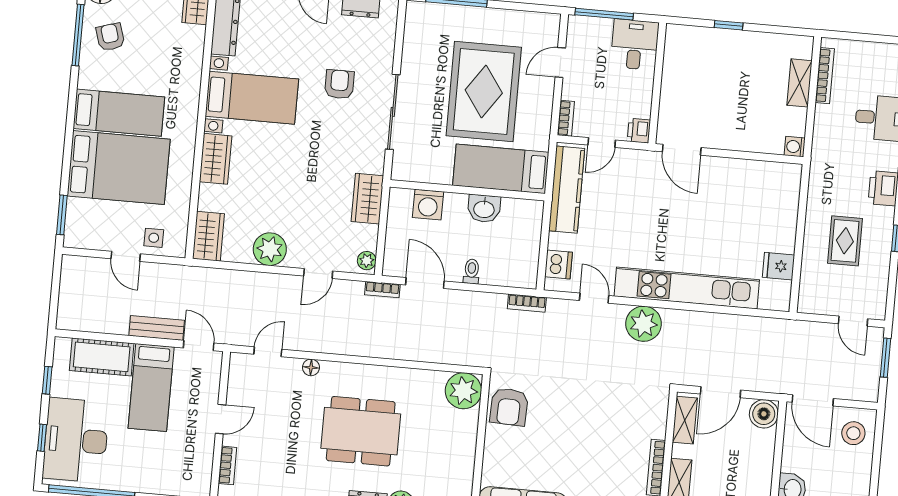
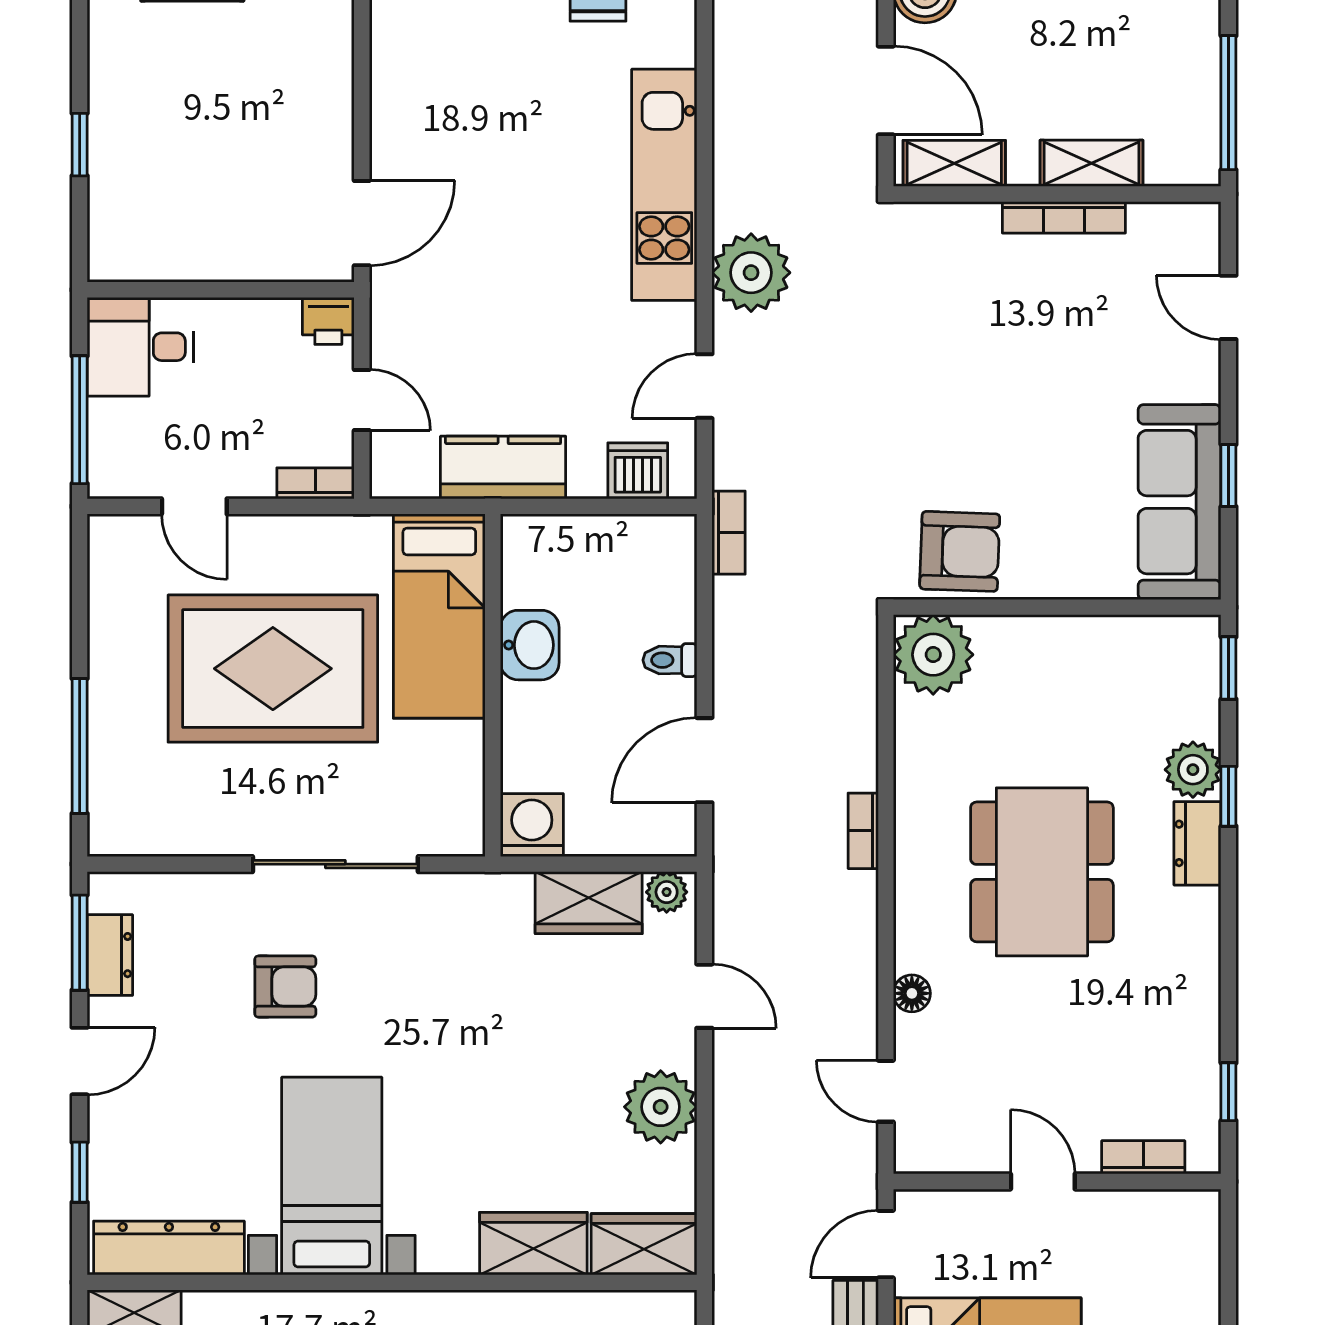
armchair: (339, 84) -> (285, 987), turned 180
wardrobe: (216, 159) -> (533, 1244), moved
kitchen counter: (567, 190) -> (503, 468), width x0.67
wardrobe: (367, 199) -> (589, 903), moved
washing machine: (428, 205) -> (532, 825), moved, turned -90
kitchen unit: (687, 288) -> (664, 185), width x0.73
bookcase: (382, 290) -> (863, 831), moved, turned 180

